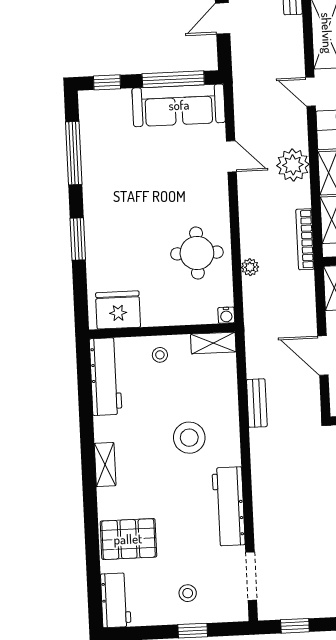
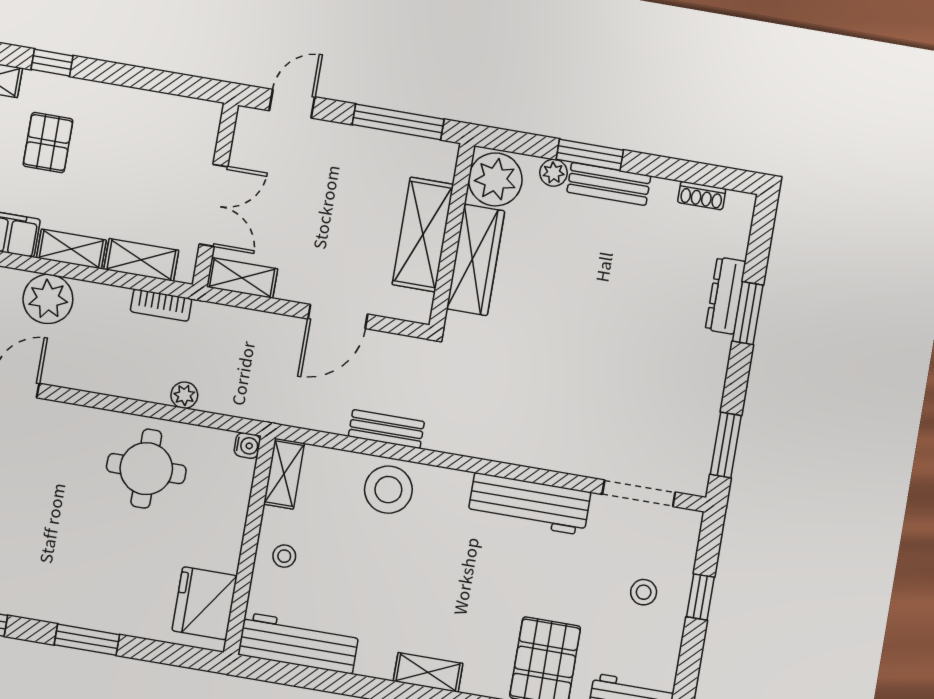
bookcase: (305, 239) -> (161, 305), width x0.64
stool: (189, 438) -> (388, 490), moved
window: (295, 626) -> (726, 445), width x1.50

